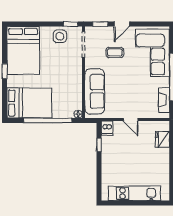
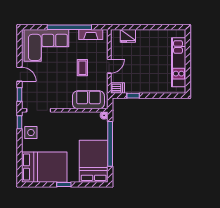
coffee table: (115, 52) -> (82, 68), moved
sofa: (95, 91) -> (88, 100), width x0.73

